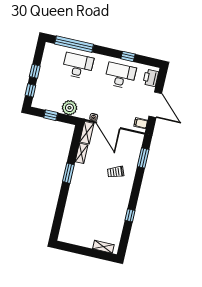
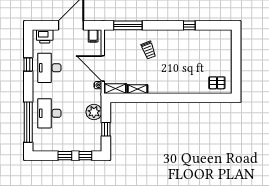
door: (108, 125) -> (103, 68), swing flipped
window: (143, 158) -> (128, 25), width x1.44
window: (68, 173) -> (161, 98), removed
pallet: (70, 229) -> (217, 83), added
shelving: (103, 247) -> (227, 45), removed

